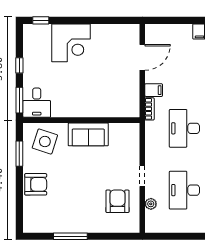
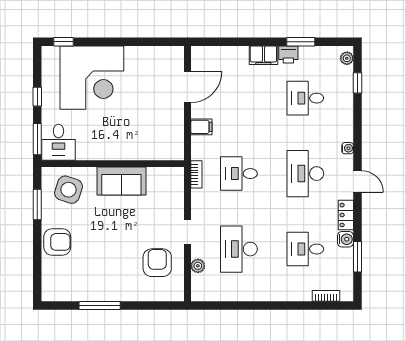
corner desk: (71, 43) -> (92, 78), width x1.36, depth x1.36
bookcase: (150, 109) -> (196, 174), moved
desk: (184, 128) -> (239, 174), width x0.73

